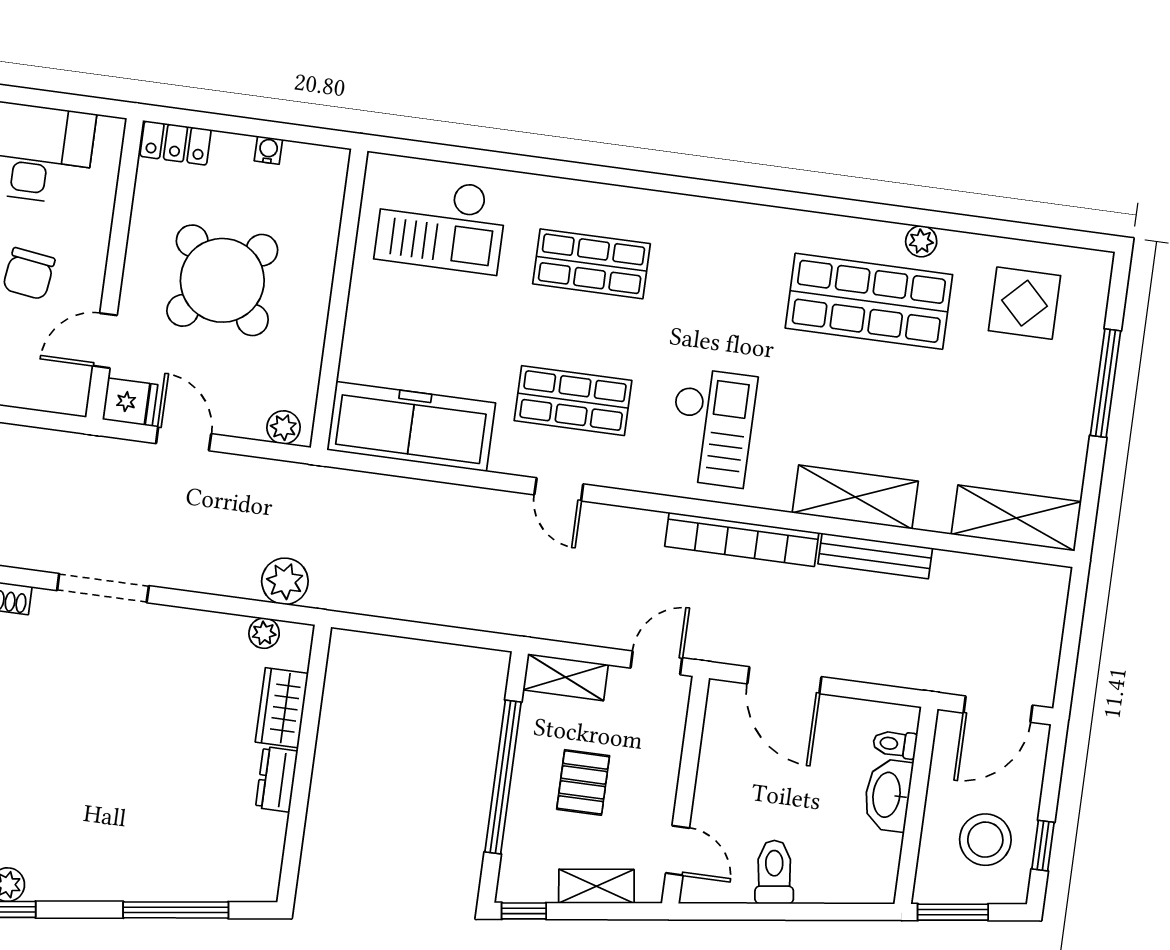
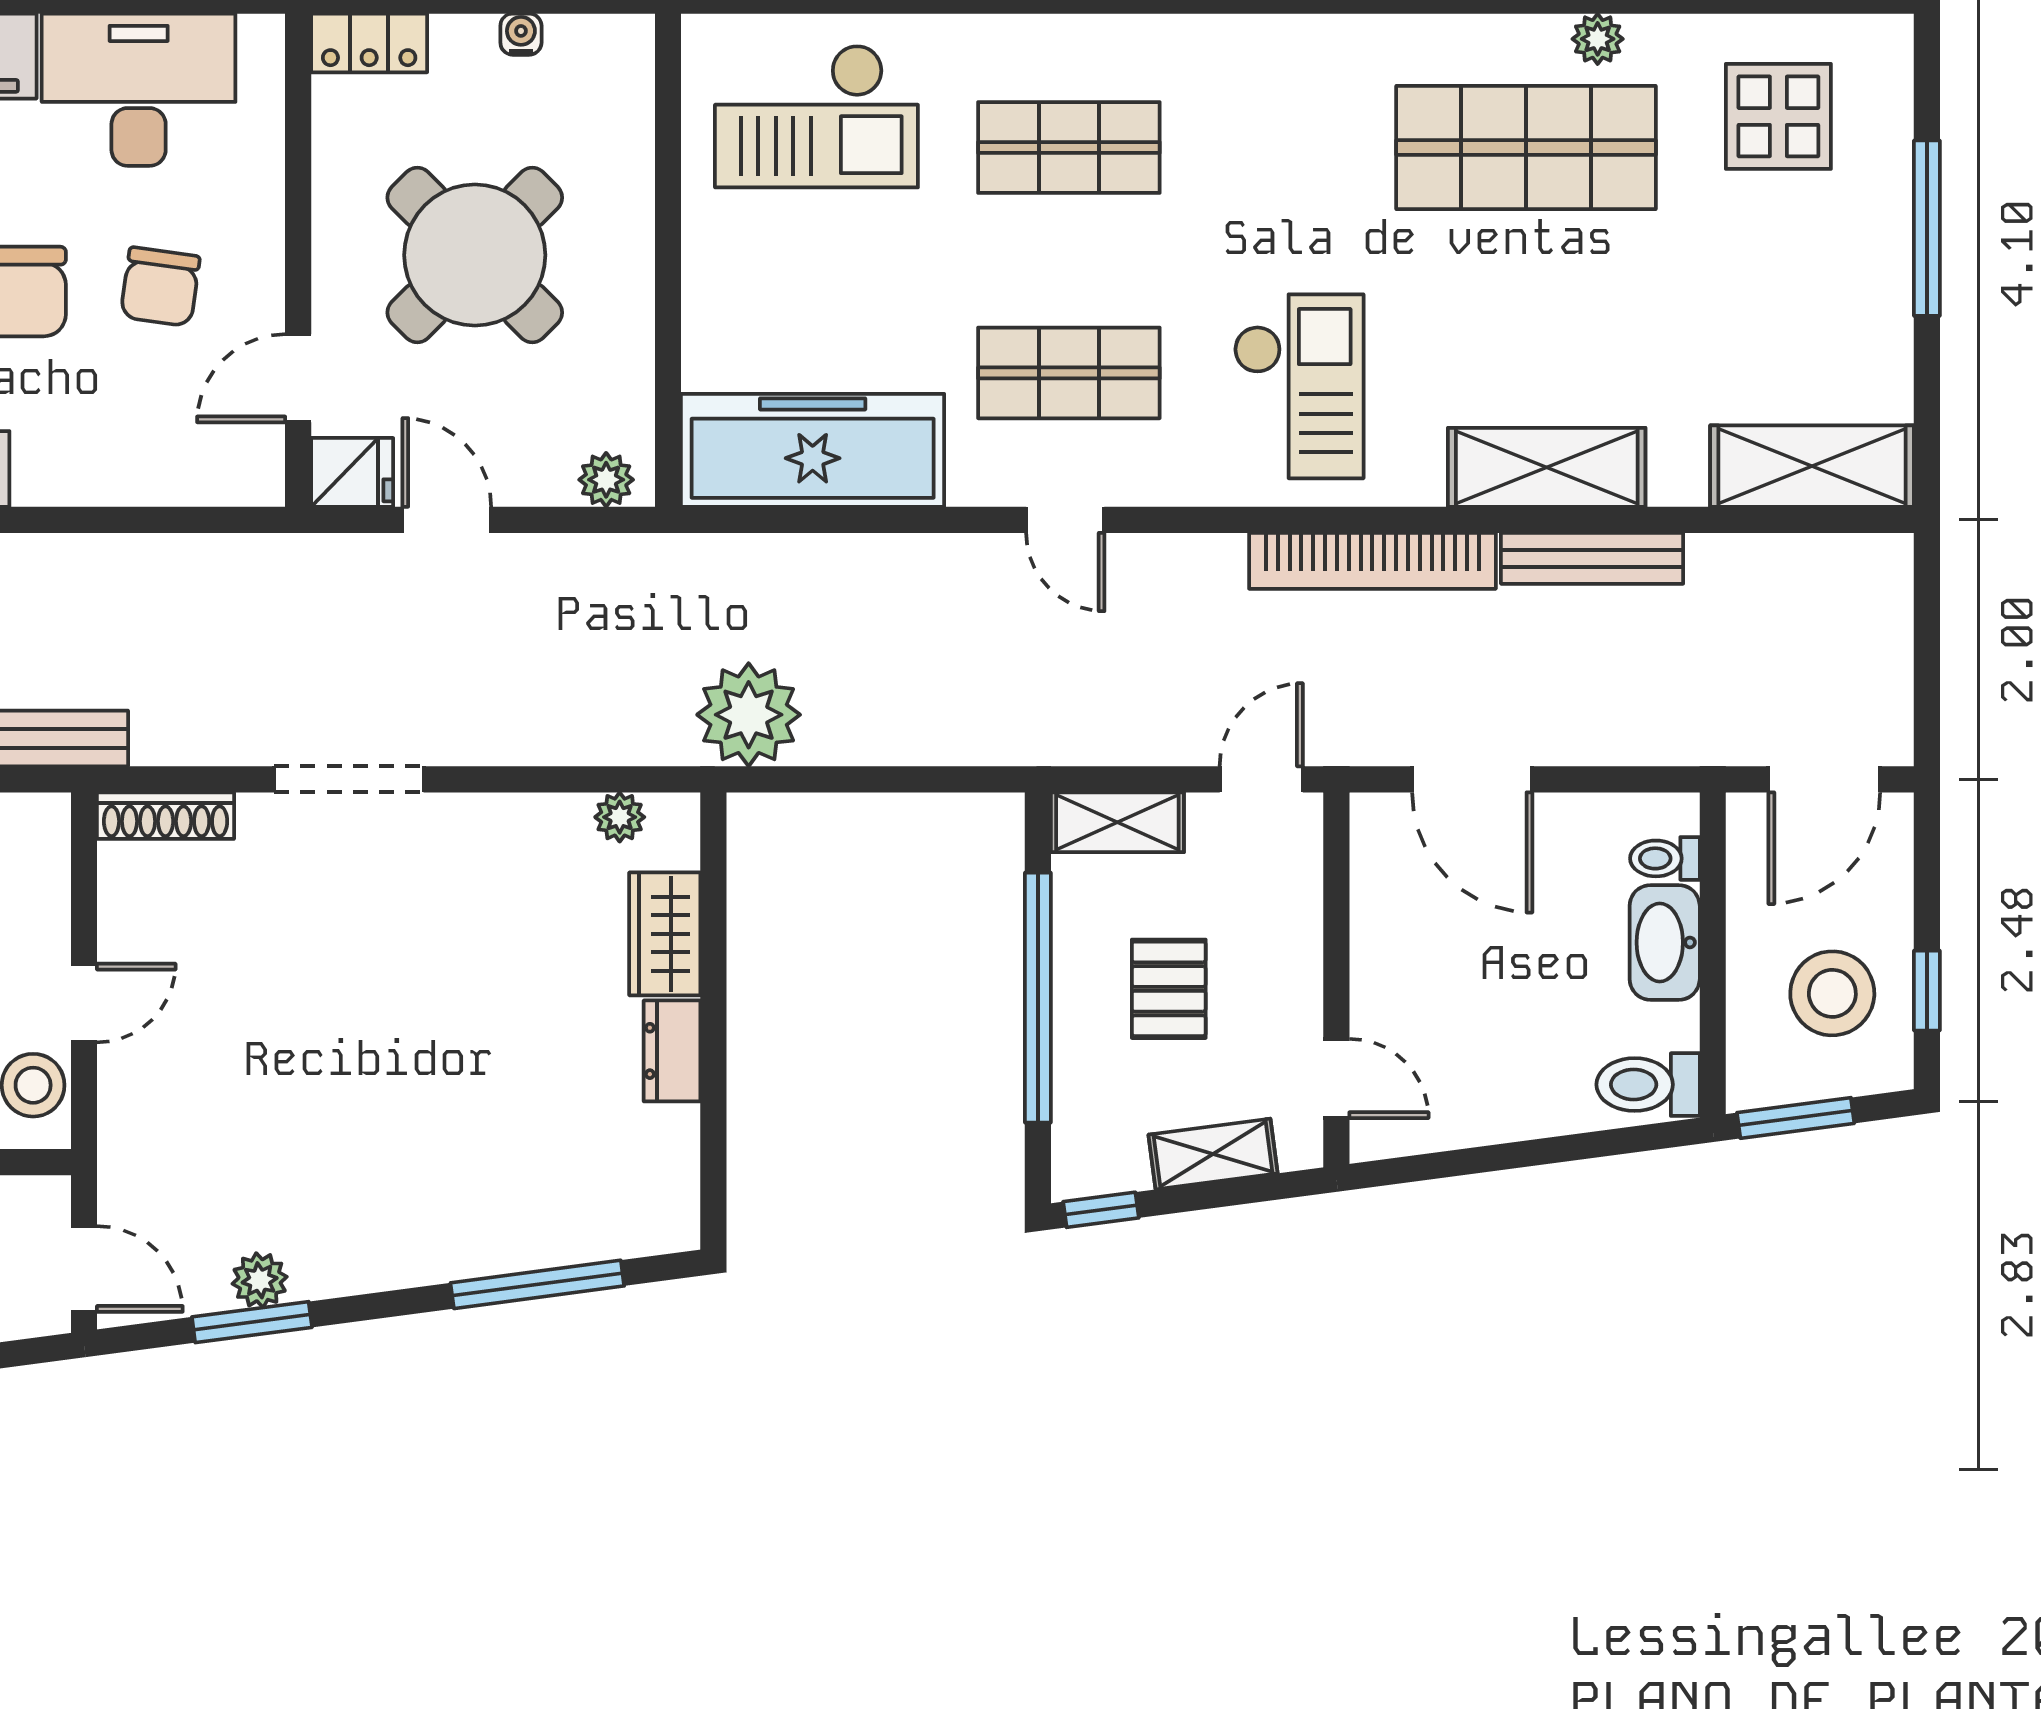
plant: (285, 581) -> (749, 715), moved, width x1.36, depth x1.36
toilet: (774, 872) -> (1648, 1085), moved, turned -82

